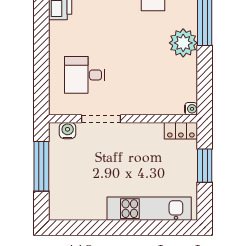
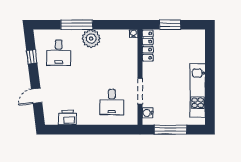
locker: (181, 131) -> (148, 46), width x1.53
kitchen unit: (149, 209) -> (198, 90), moved

